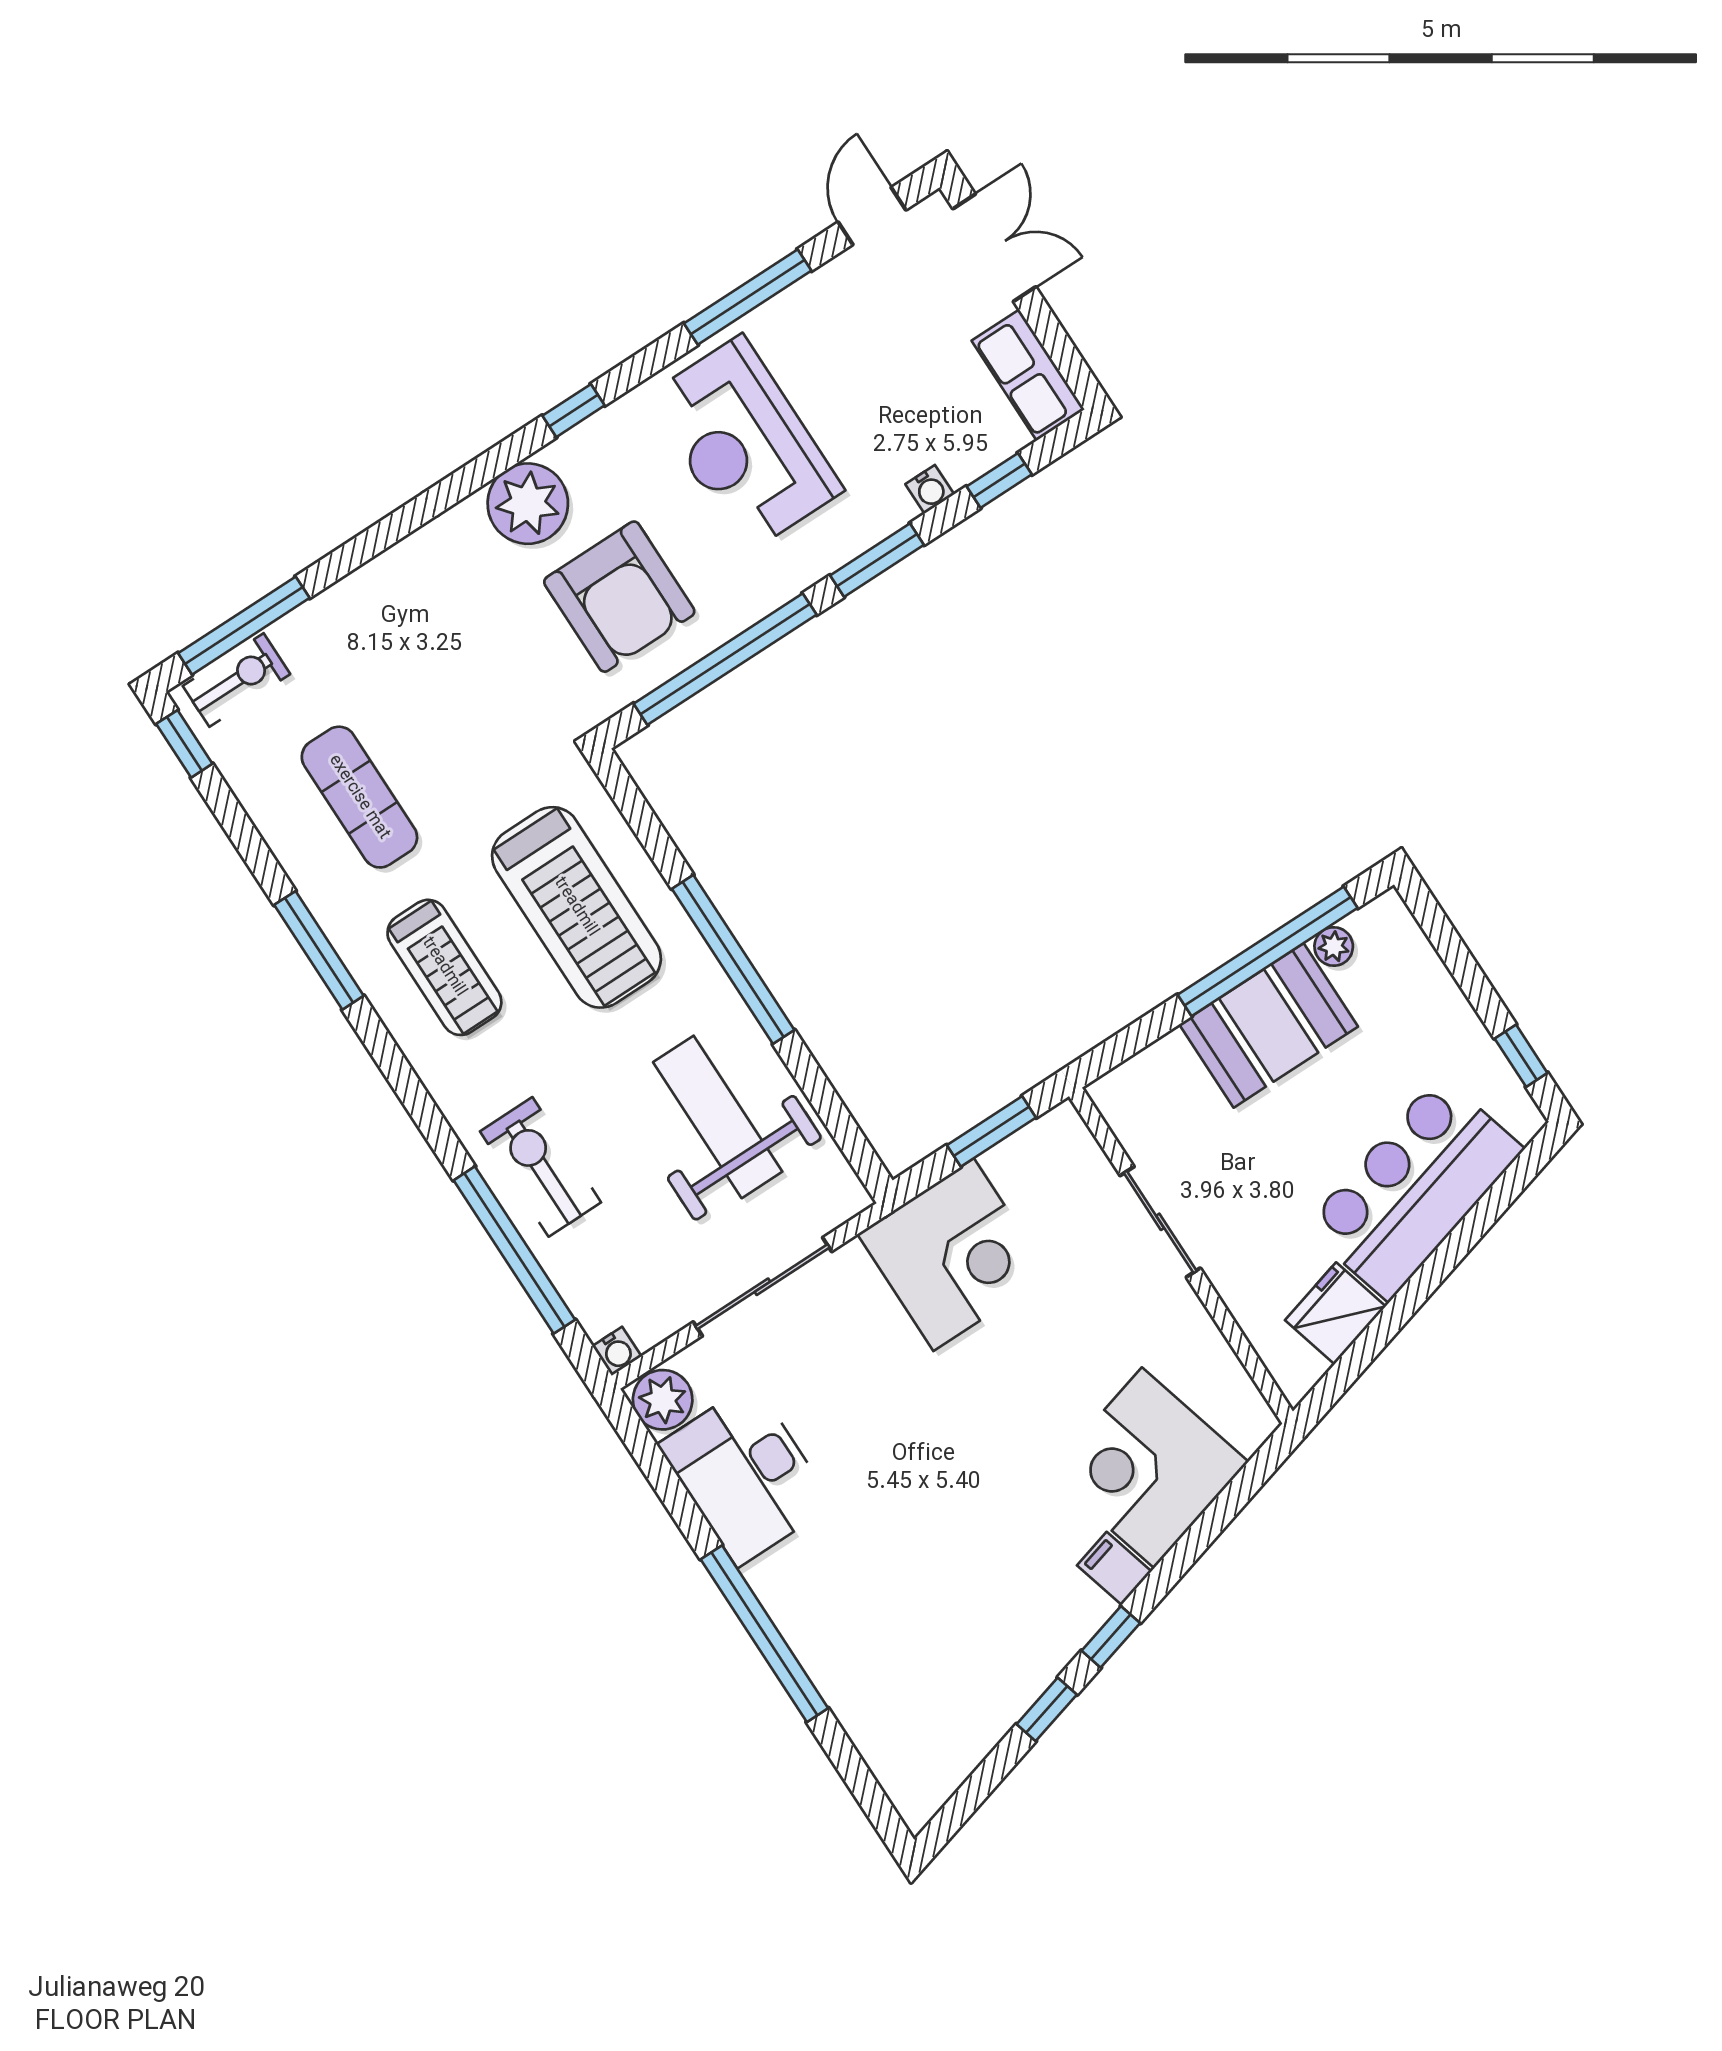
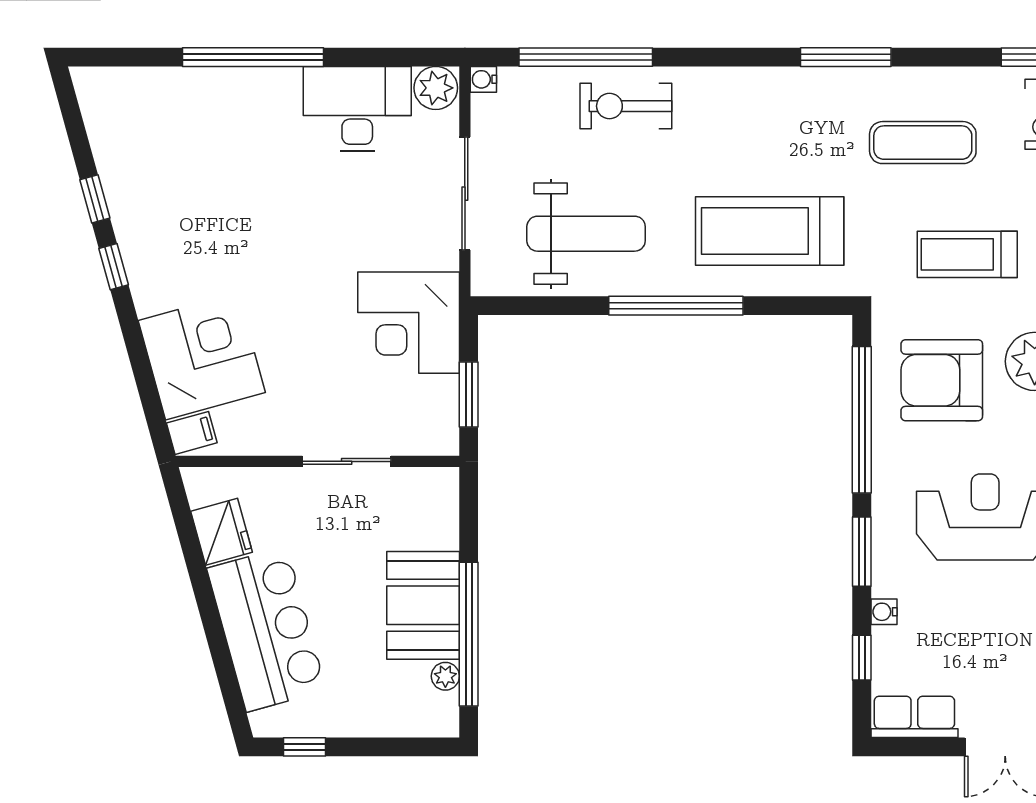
treadmill: (444, 967) -> (967, 254), moved
exercise bike: (541, 1167) -> (626, 106), turned 180
filing cabinet: (1114, 1568) -> (192, 433), moved

